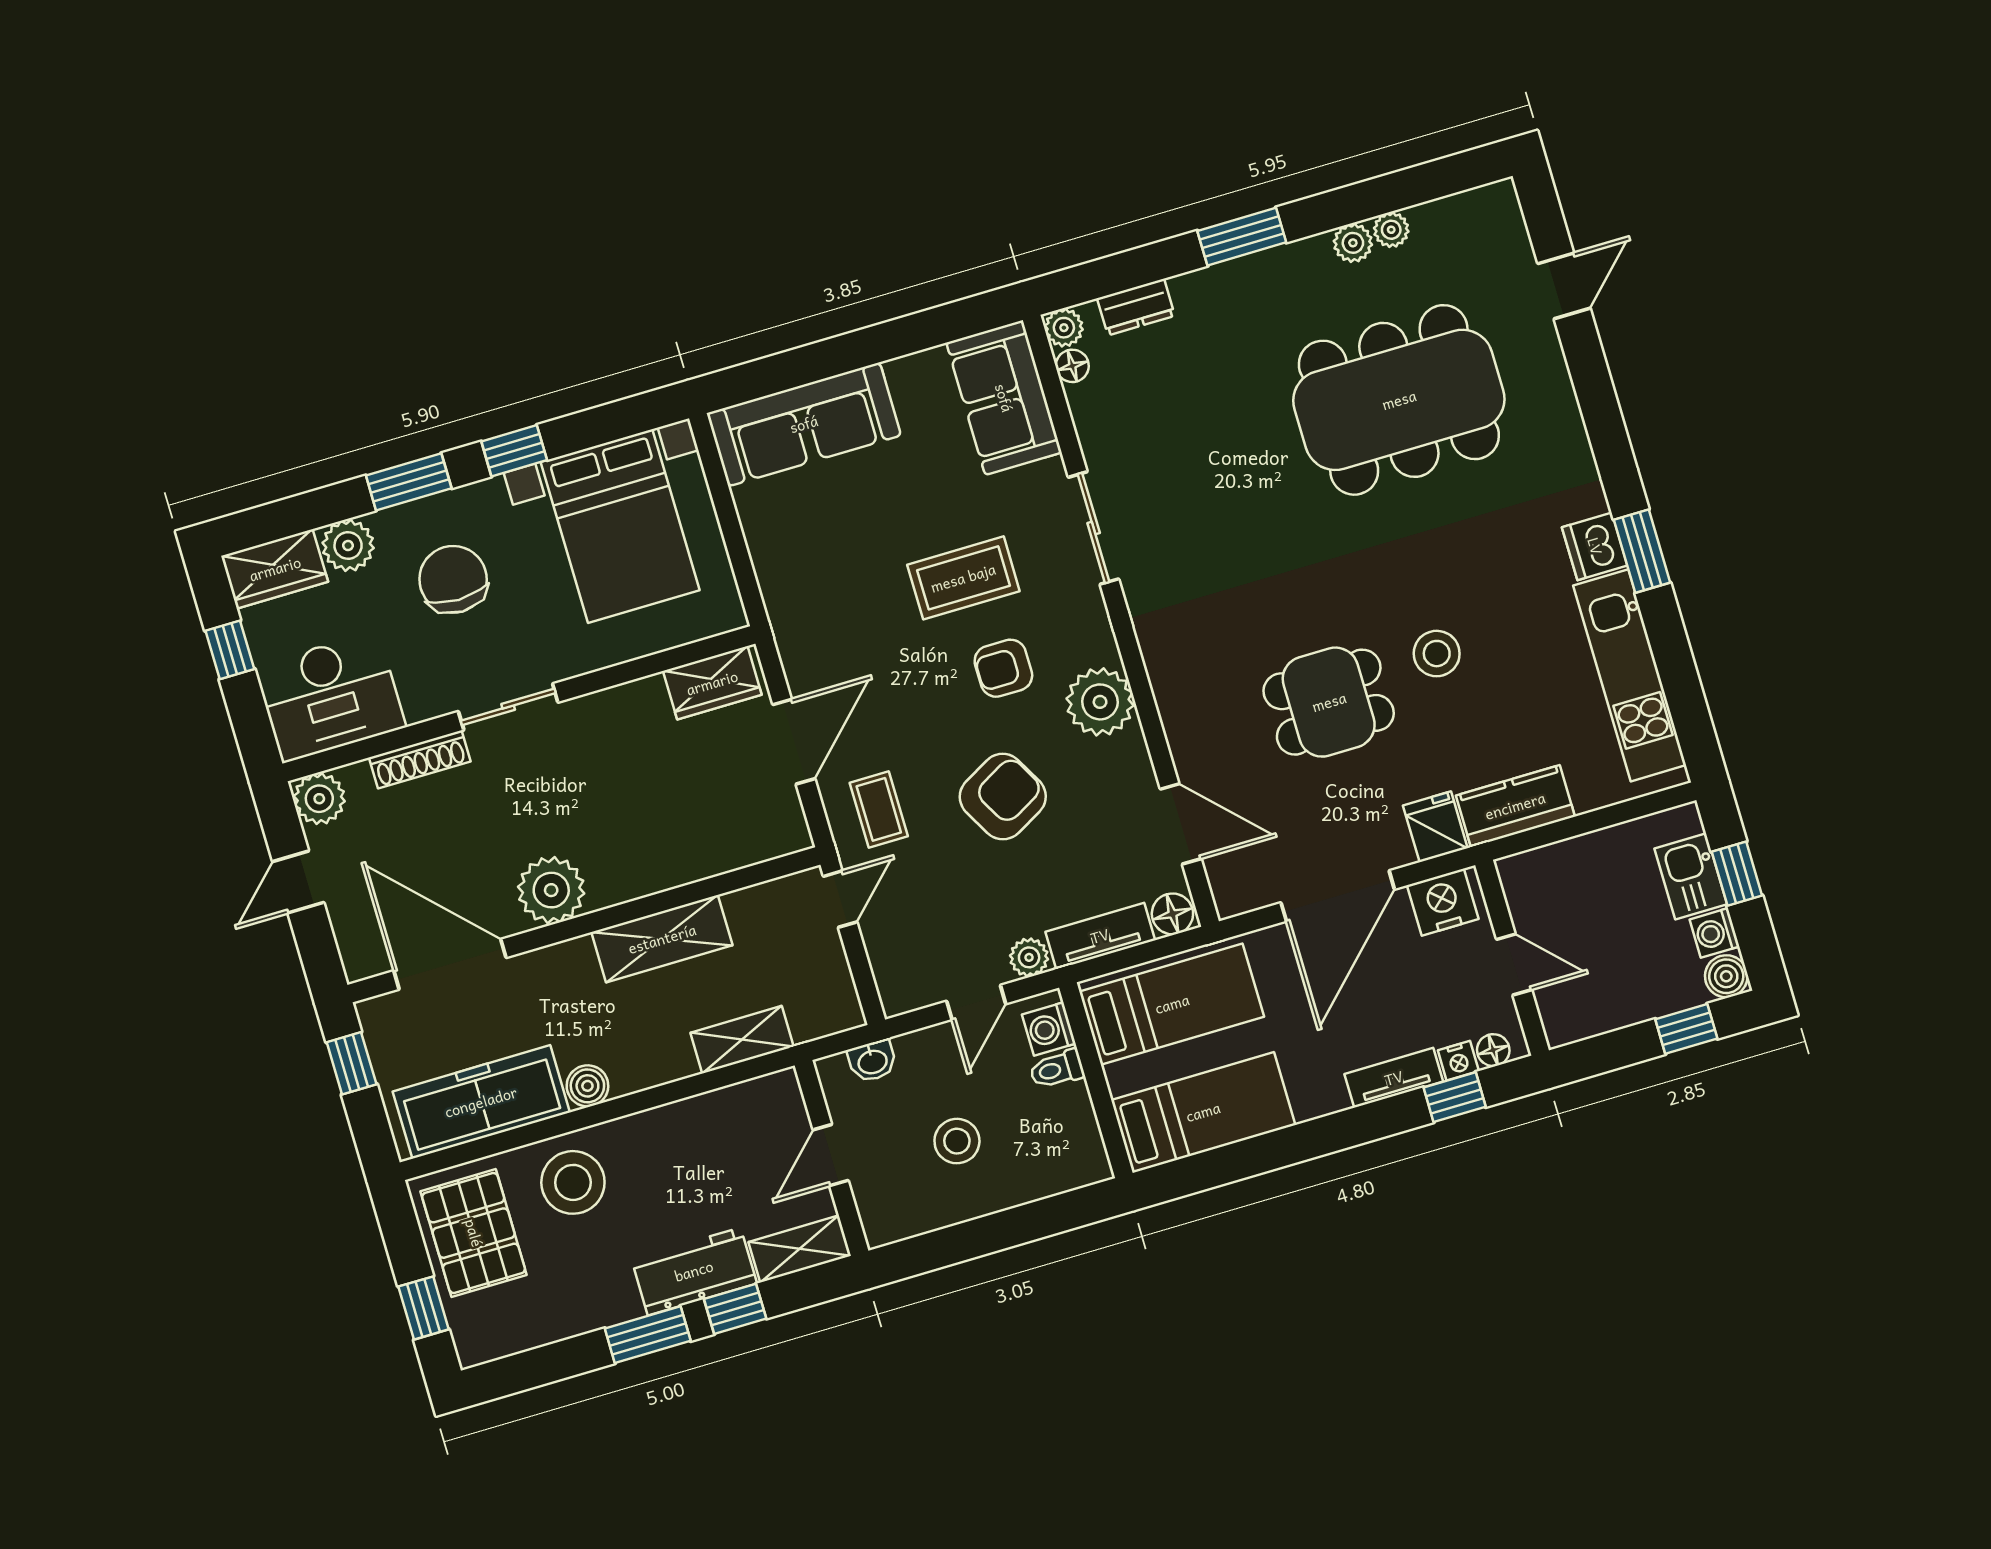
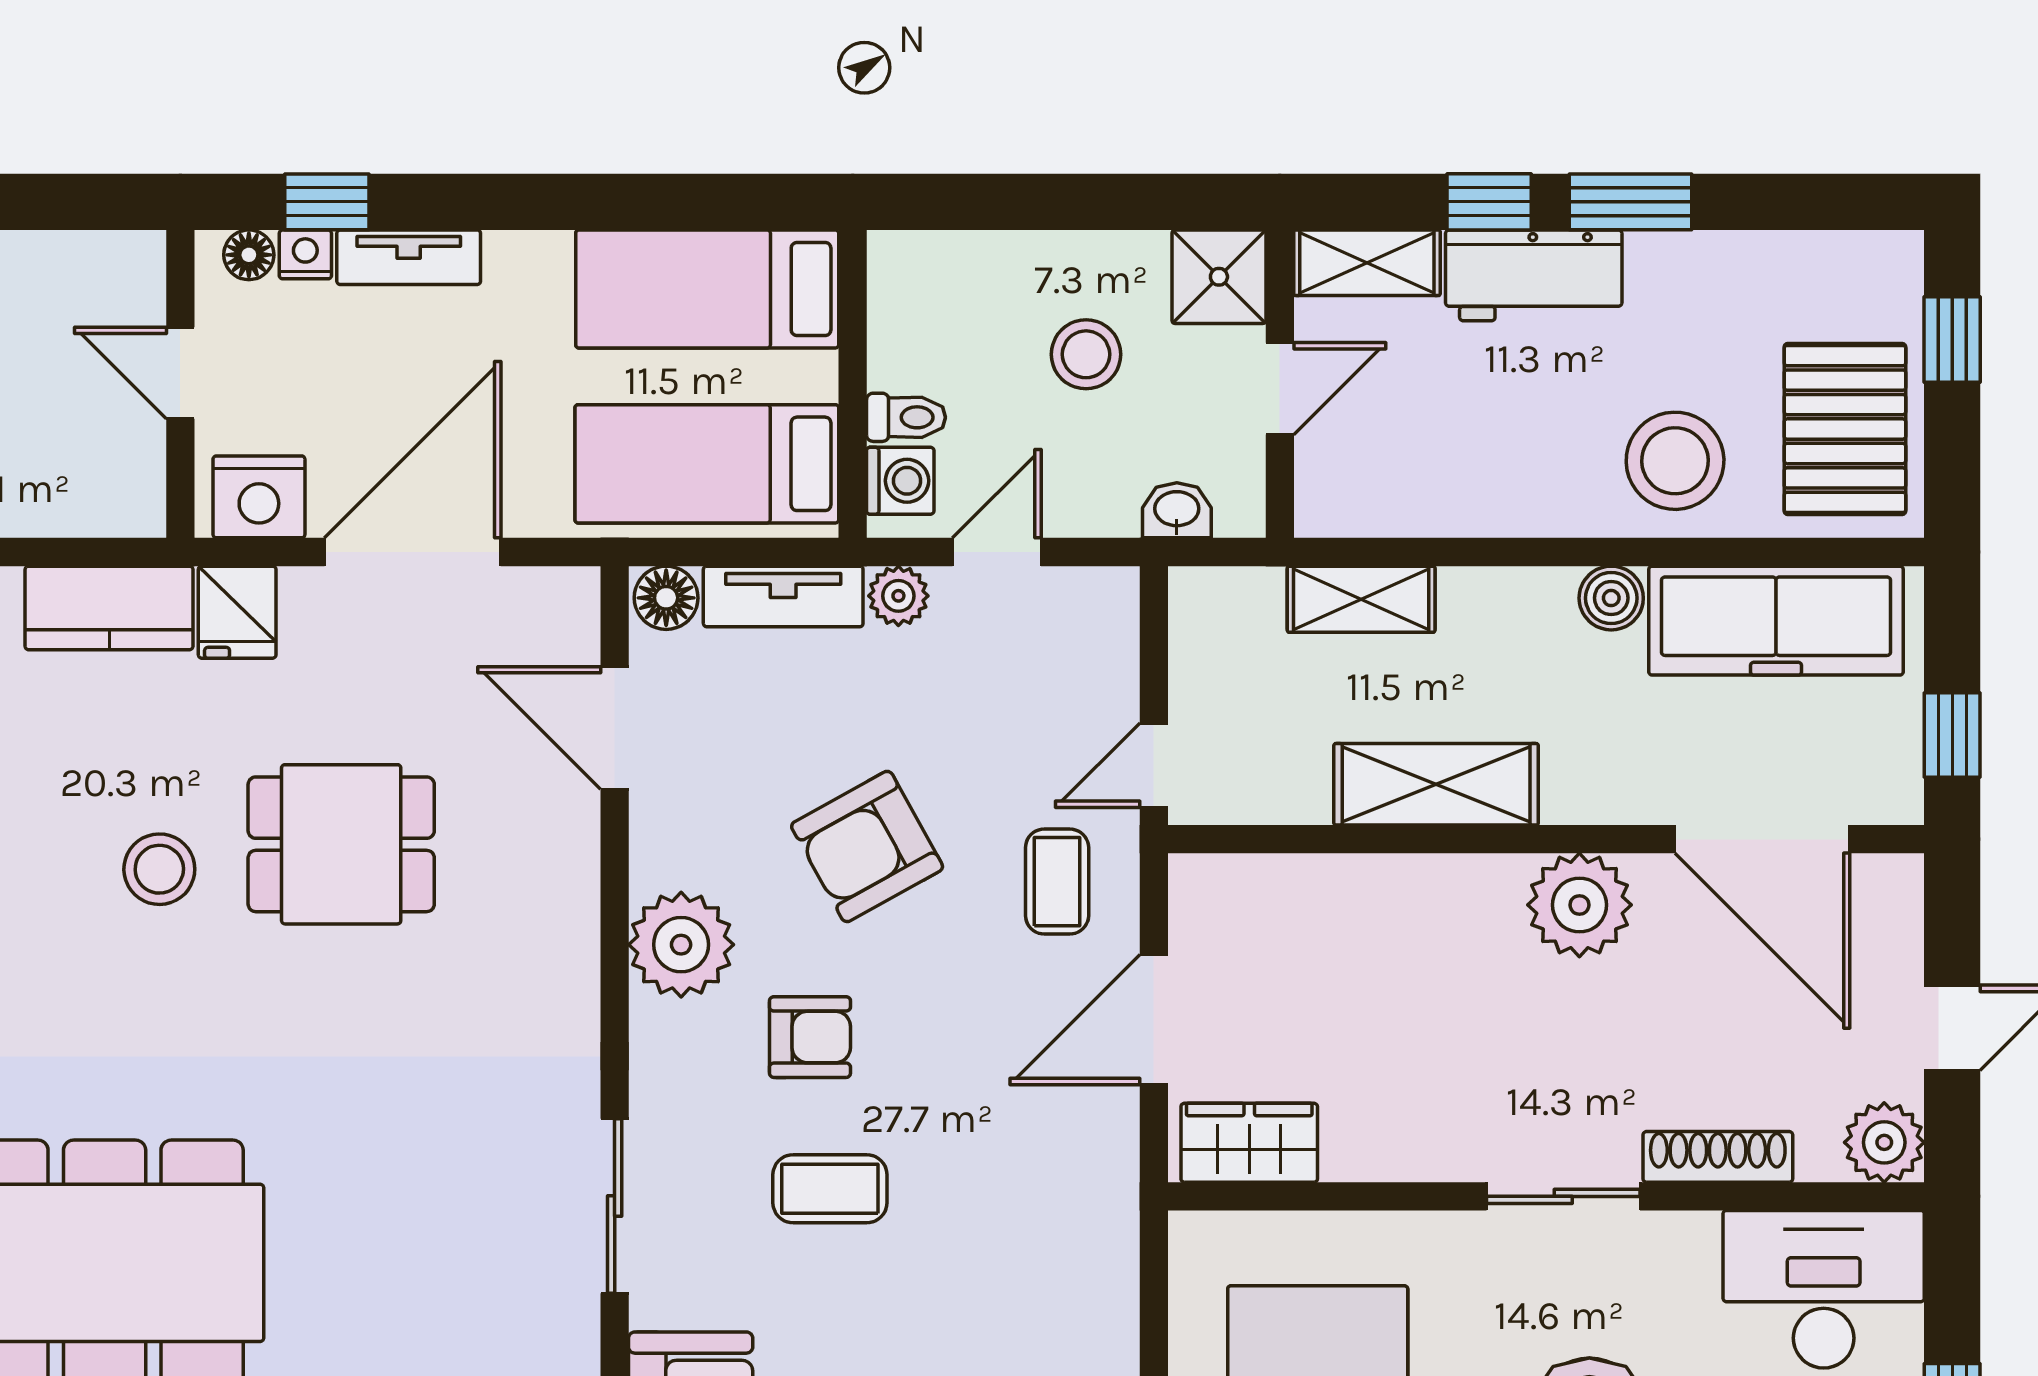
coffee table: (963, 578) -> (830, 1189), width x0.73, depth x0.77
shower: (889, 1213) -> (1219, 277), added

